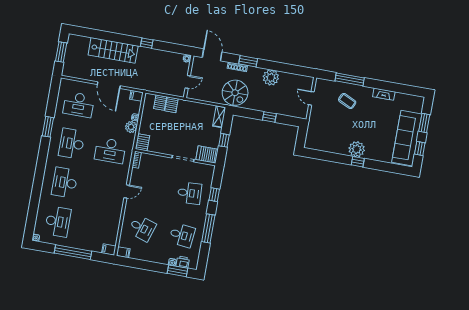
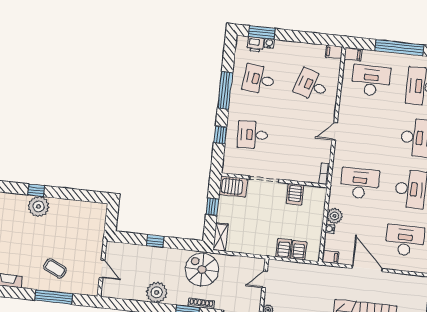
server rack: (142, 142) -> (295, 194), moved
desk: (96, 228) -> (371, 81), added

